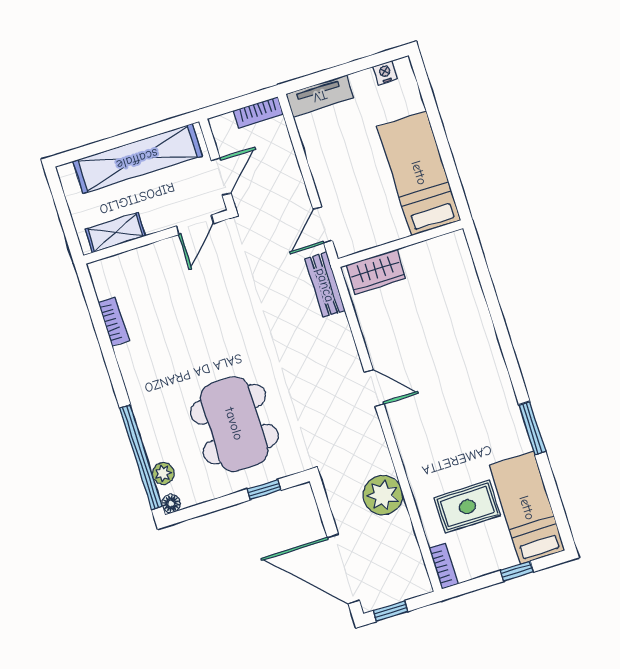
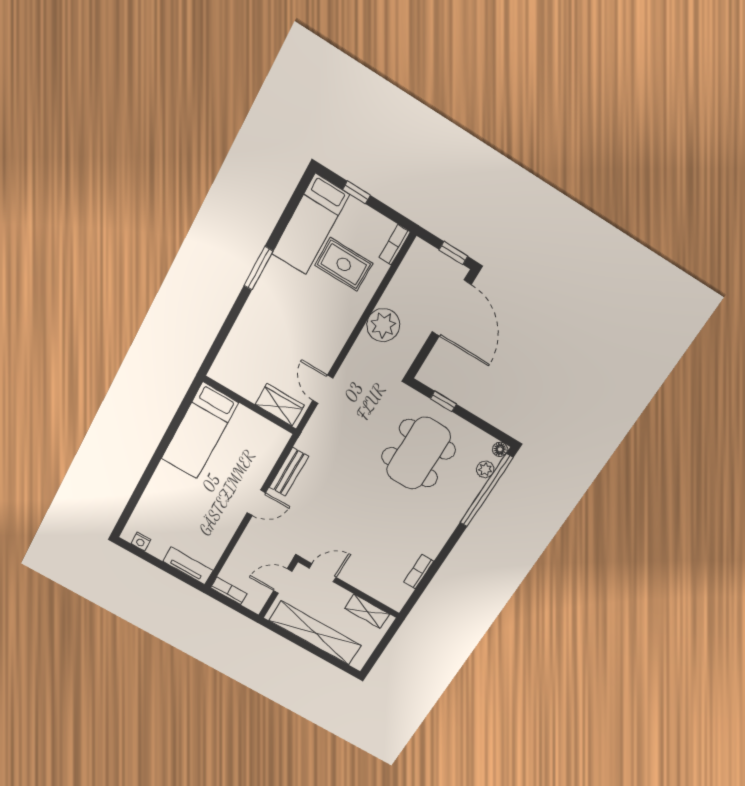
bed: (419, 173) -> (200, 431), moved
wall: (401, 244) -> (250, 405), moved
wardrobe: (376, 272) -> (280, 405), moved

